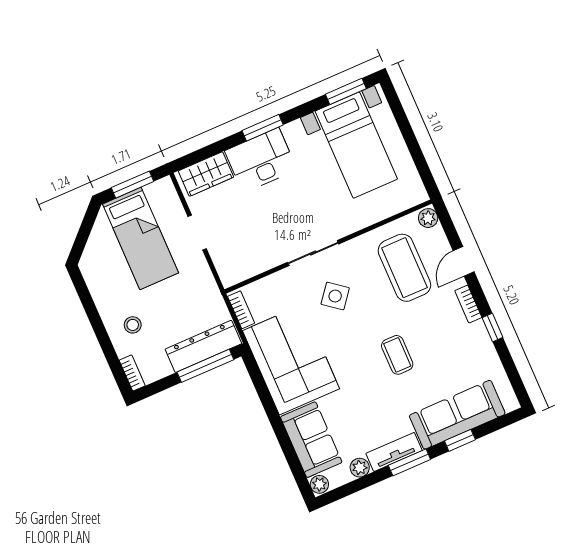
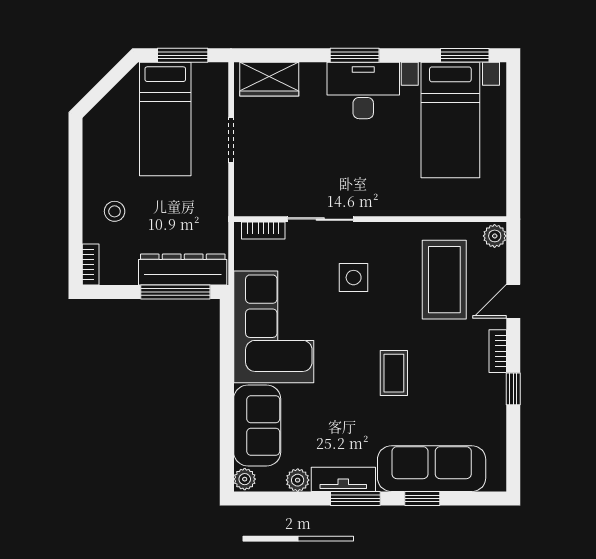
desk: (261, 160) -> (363, 91), moved
sliding door: (313, 253) -> (320, 219), moved
side table: (335, 296) -> (354, 278), turned -38
bookcase: (241, 310) -> (263, 230), moved, turned 90

